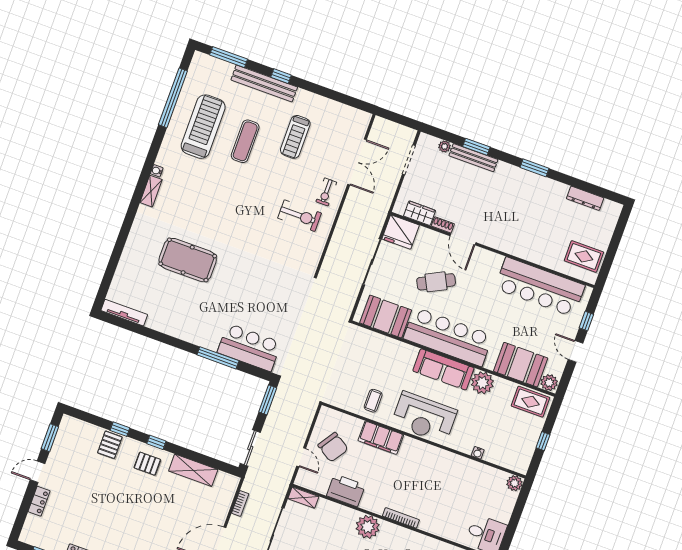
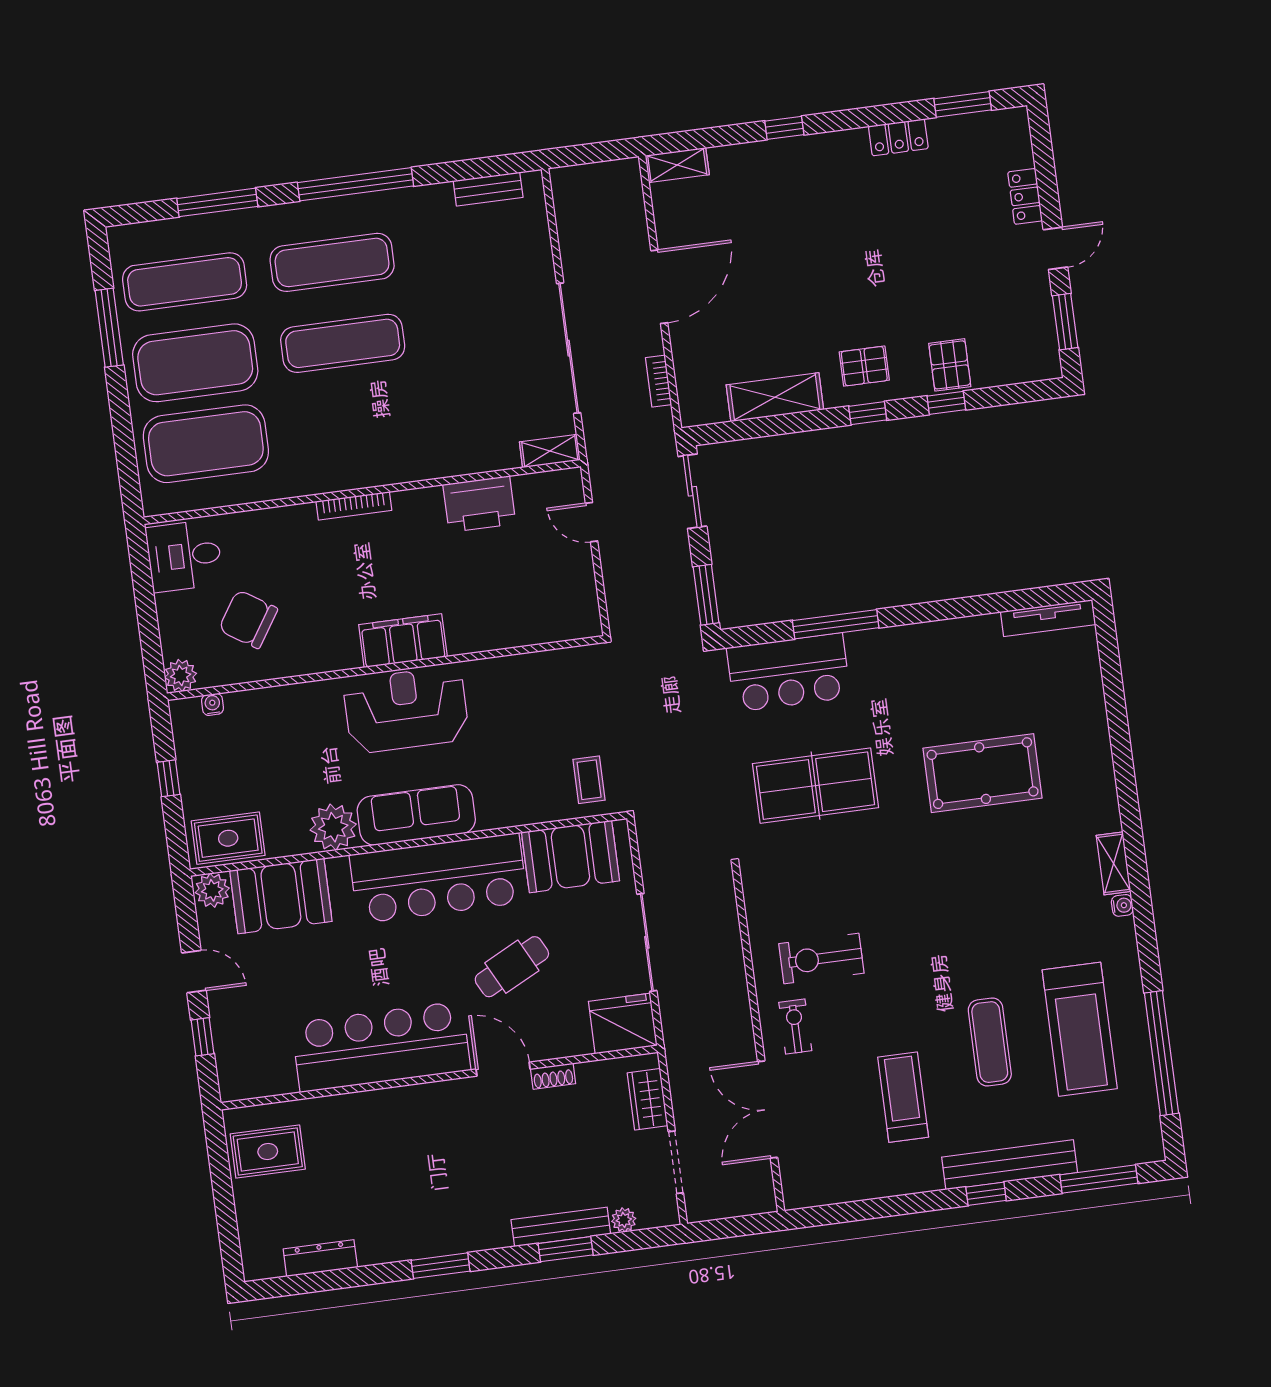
wardrobe: (420, 213) -> (648, 1099), moved, turned 90
bar counter: (540, 287) -> (381, 1047), moved
table tennis table: (263, 292) -> (815, 786), added
coffee table: (373, 401) -> (589, 780), moved
filing cabinet: (381, 438) -> (403, 641), moved
chair: (333, 447) -> (248, 619), moved
water cooler: (478, 453) -> (212, 704), moved
plant: (368, 527) -> (406, 459), removed

